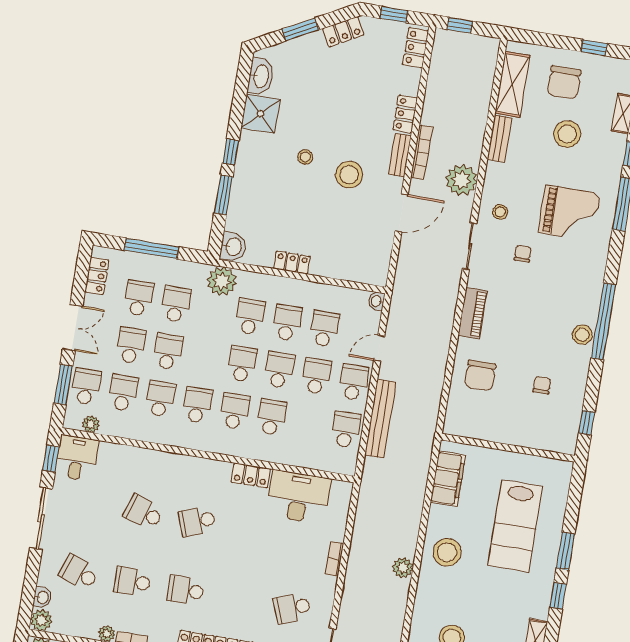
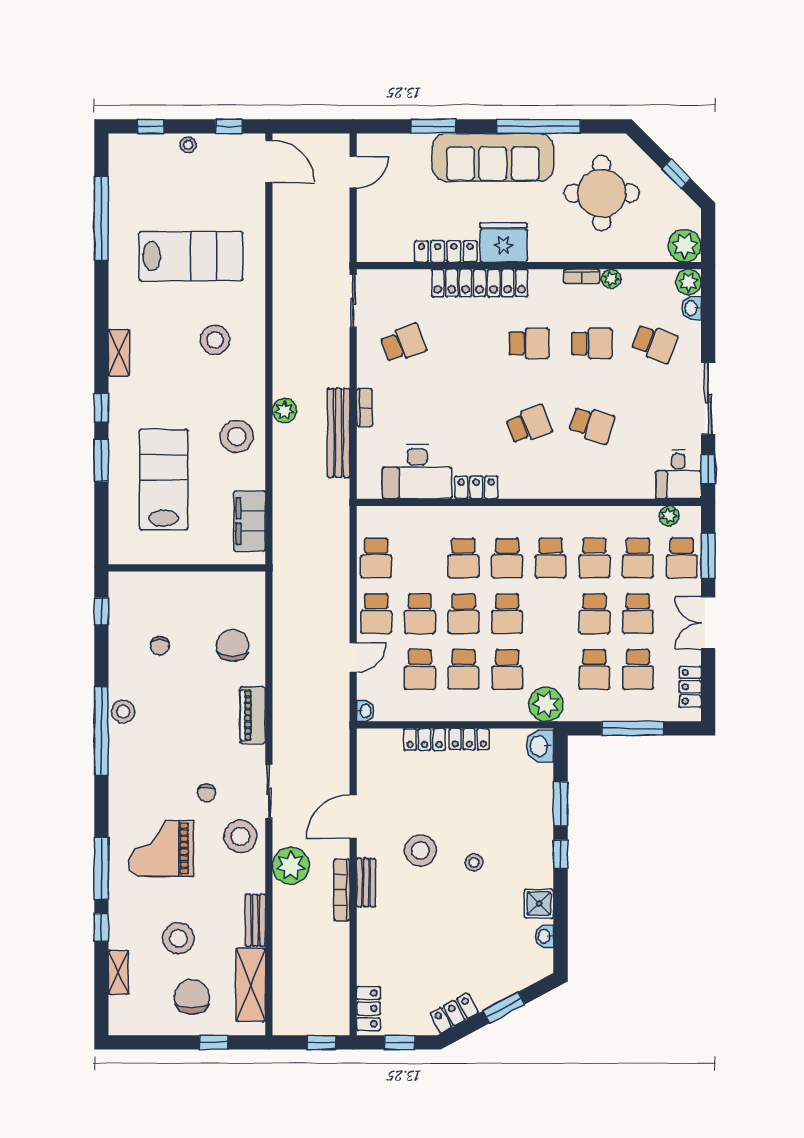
window: (594, 48) -> (213, 1042), moved
washbasin: (261, 76) -> (545, 936), width x0.52, depth x0.69
shower: (260, 114) -> (539, 903), width x0.73, depth x0.73
locker: (405, 114) -> (425, 739), moved, turned 90
stool: (500, 212) -> (240, 836), width x1.89, depth x1.89
bench: (380, 419) -> (339, 433), moved

